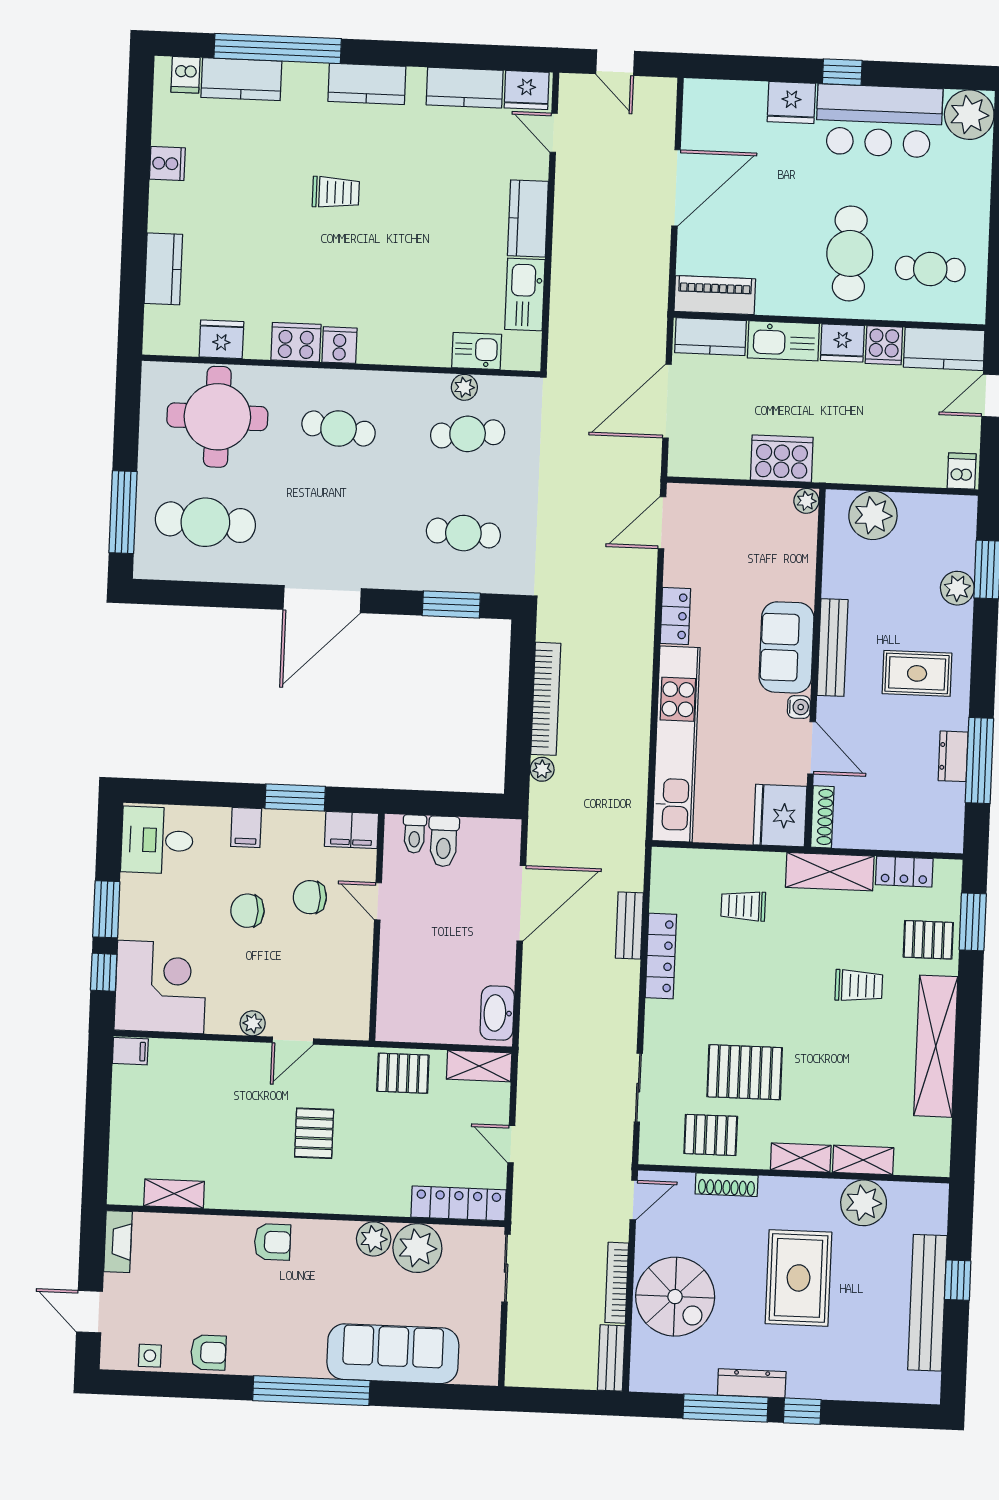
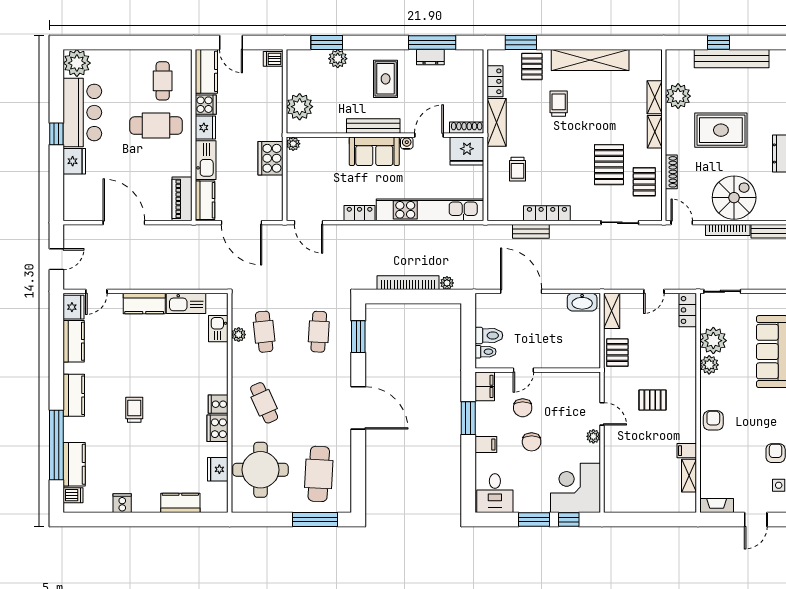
cafe table: (339, 429) -> (264, 403), turned -33
filing cabinet: (130, 1051) -> (687, 451), moved, turned -90
locker: (459, 1203) -> (688, 310), width x0.66

